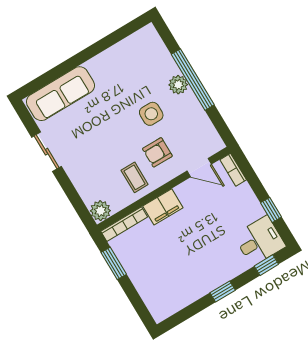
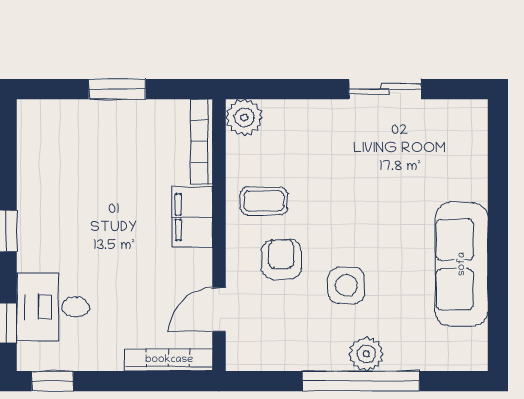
sofa: (60, 94) -> (462, 264), moved
bookcase: (233, 170) -> (169, 360), width x1.56
window: (271, 210) -> (52, 381), moved
desk: (260, 241) -> (53, 307), moved, turned 90
window: (114, 263) -> (117, 89), moved

